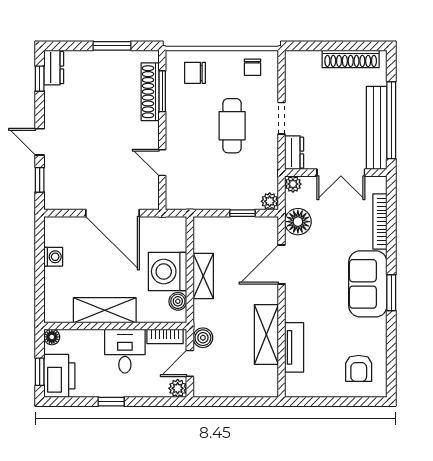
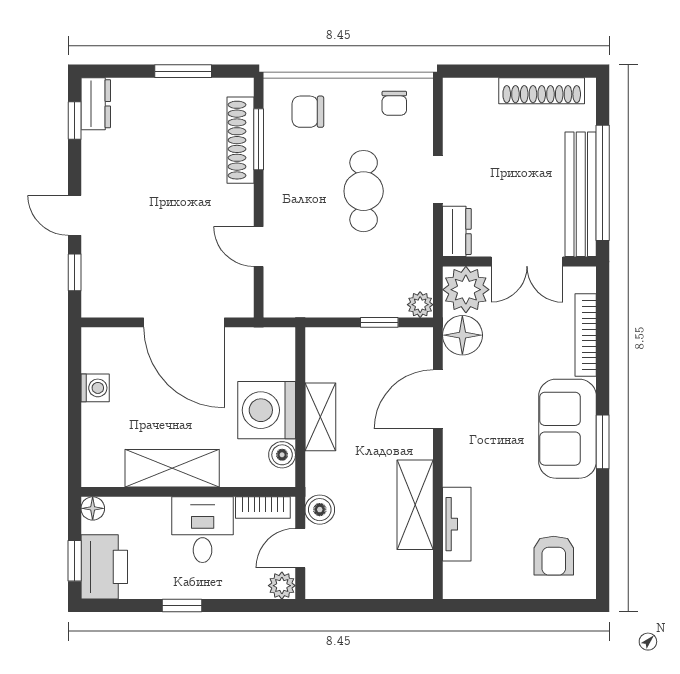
plant: (293, 184) -> (466, 290), width x1.87, depth x1.87

